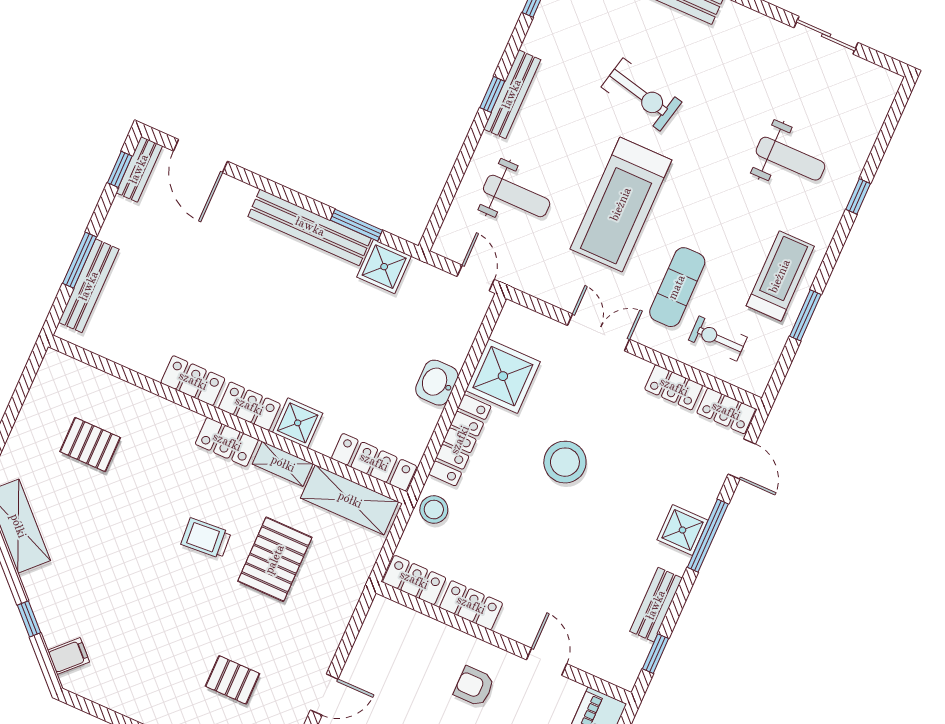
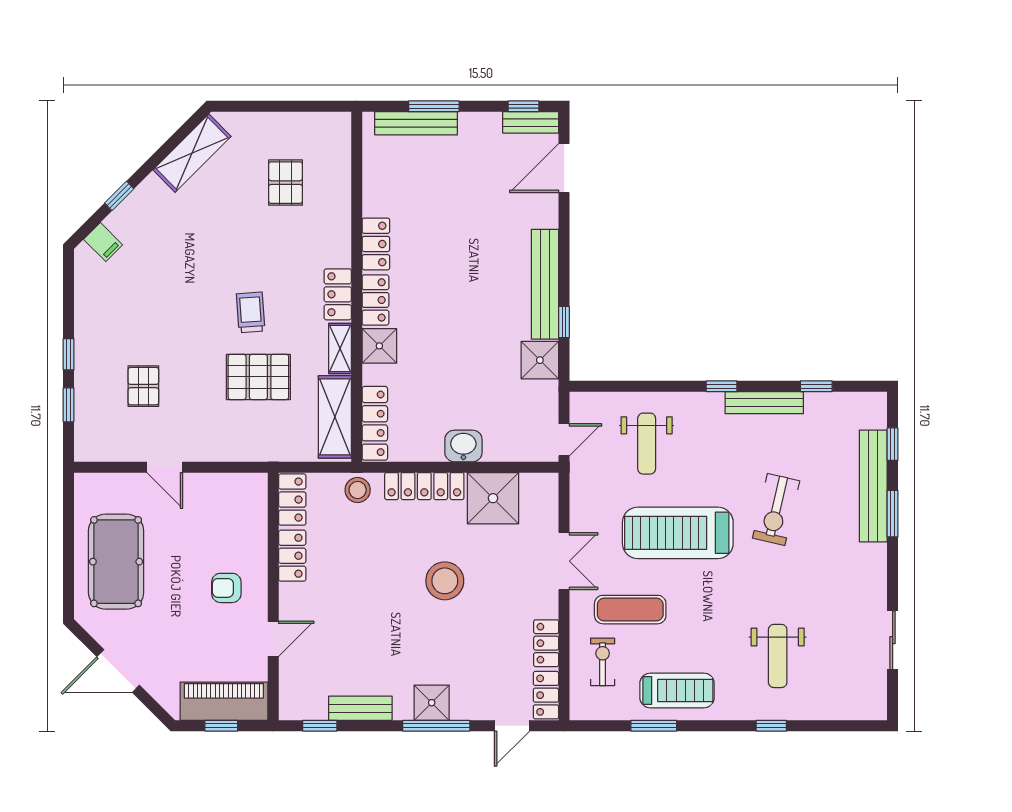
bench: (512, 94) -> (764, 403), moved
window: (356, 225) -> (564, 322), width x0.67
armchair: (474, 686) -> (226, 588), turned -90

